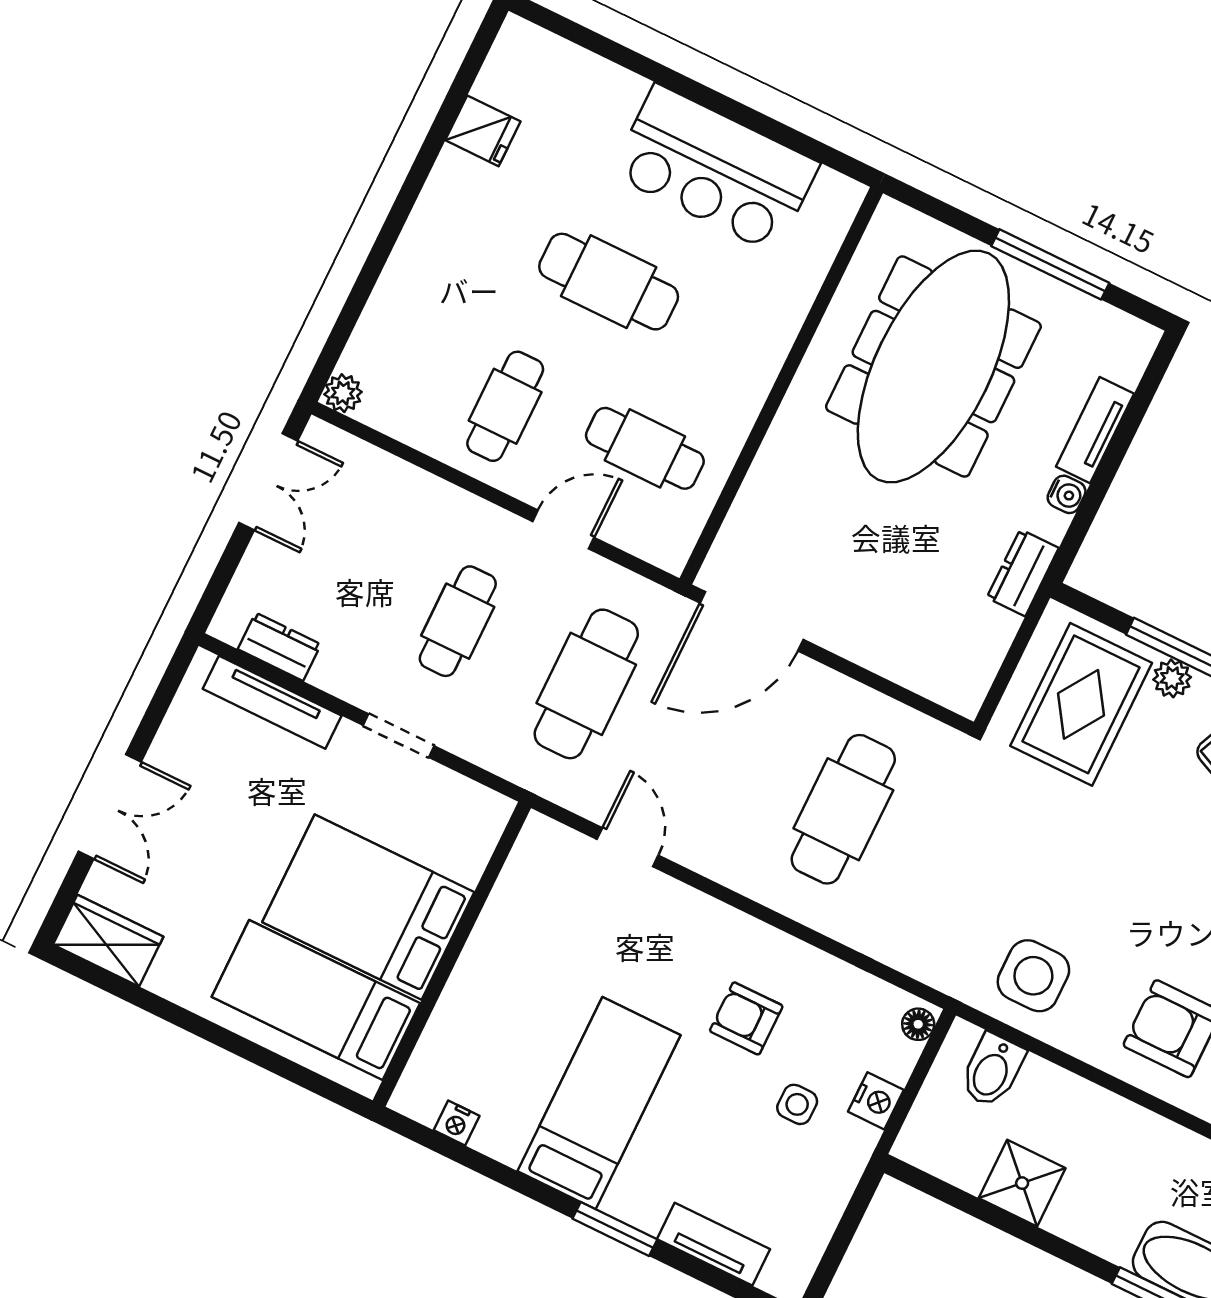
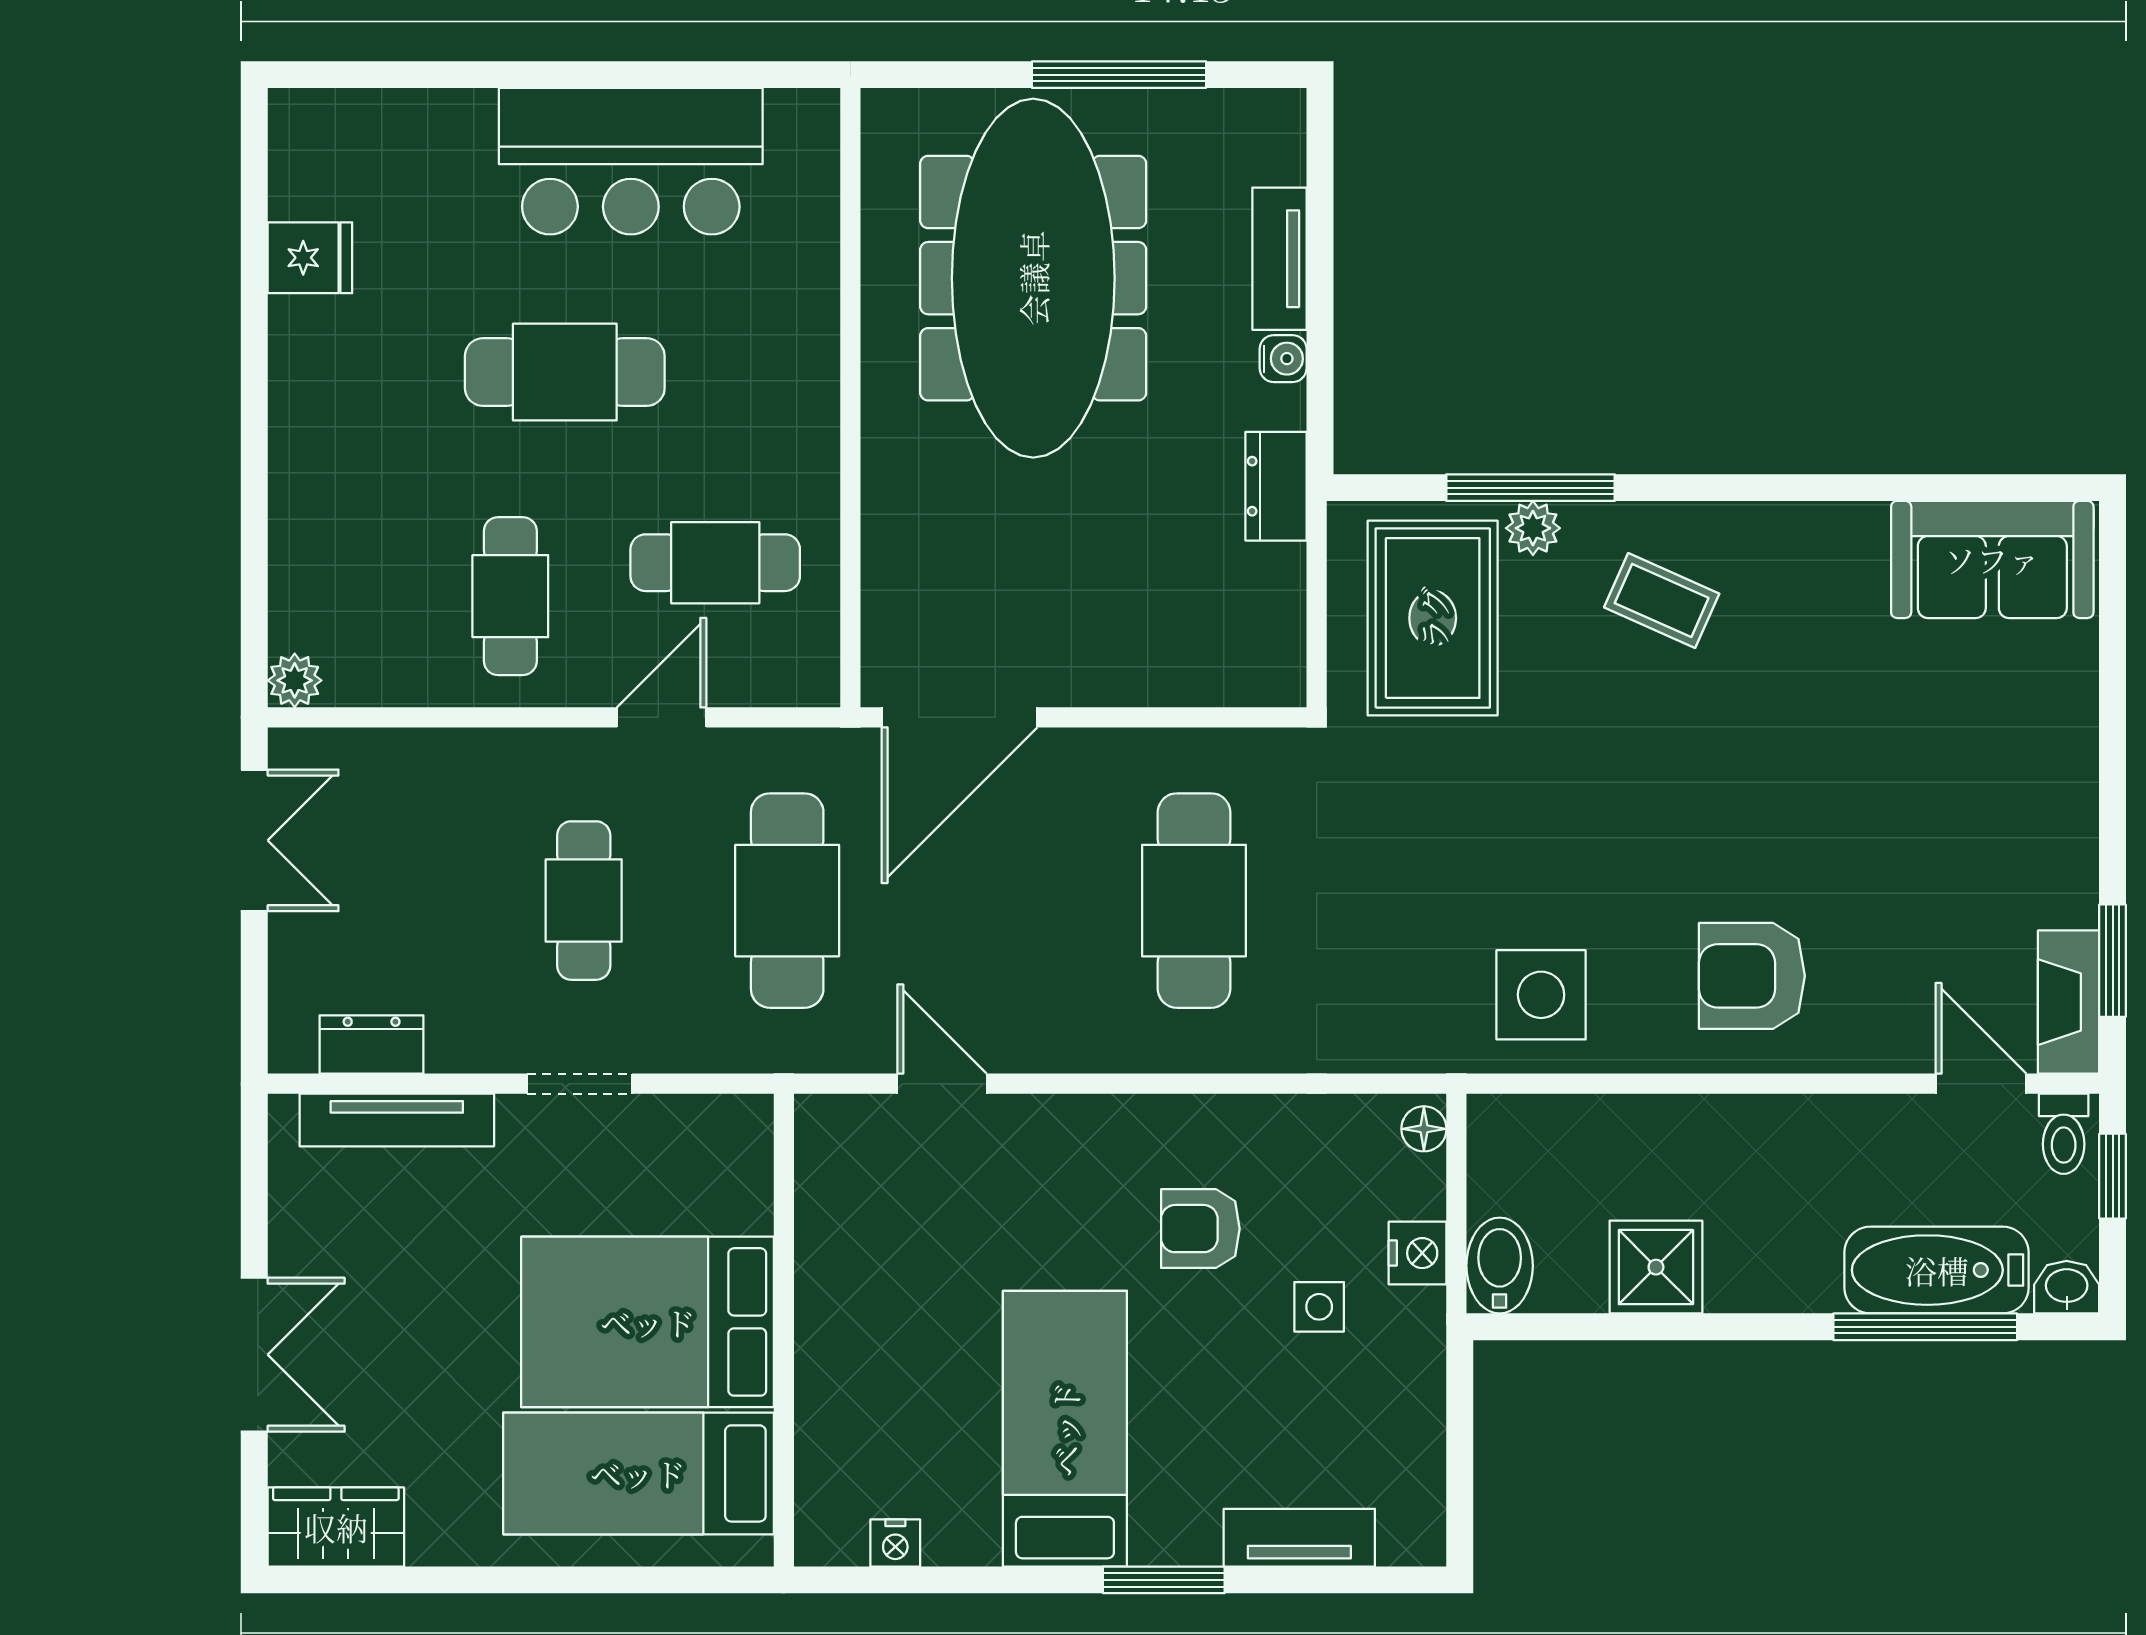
bidet: (992, 1070) -> (1500, 1266), moved, turned 180

